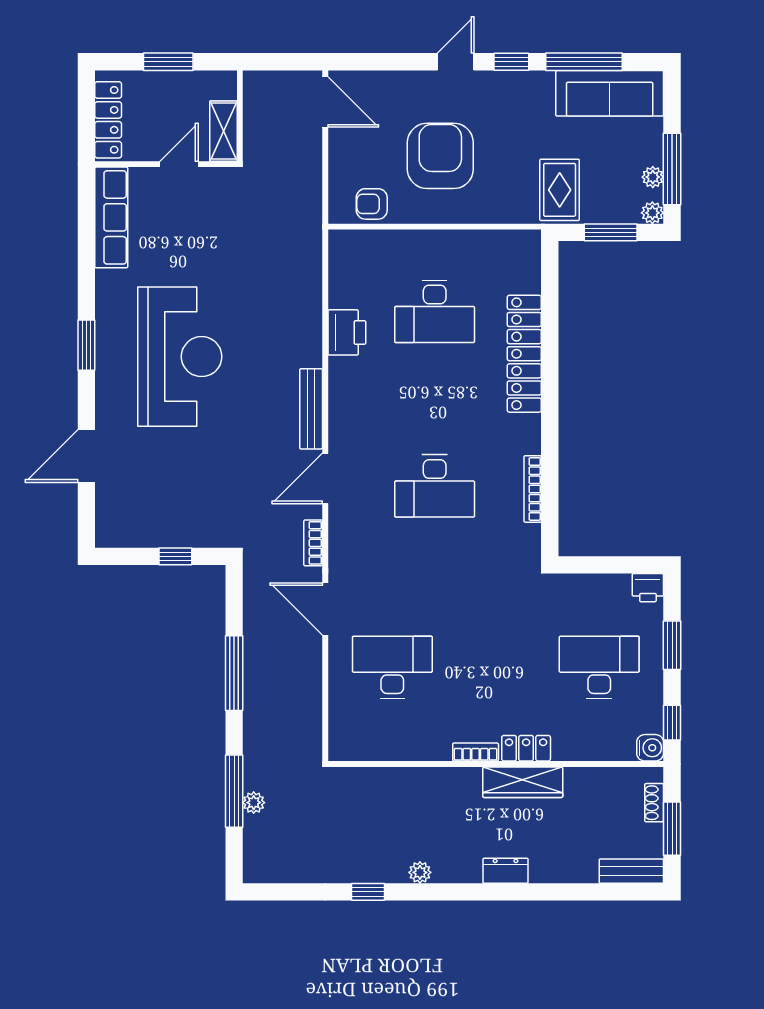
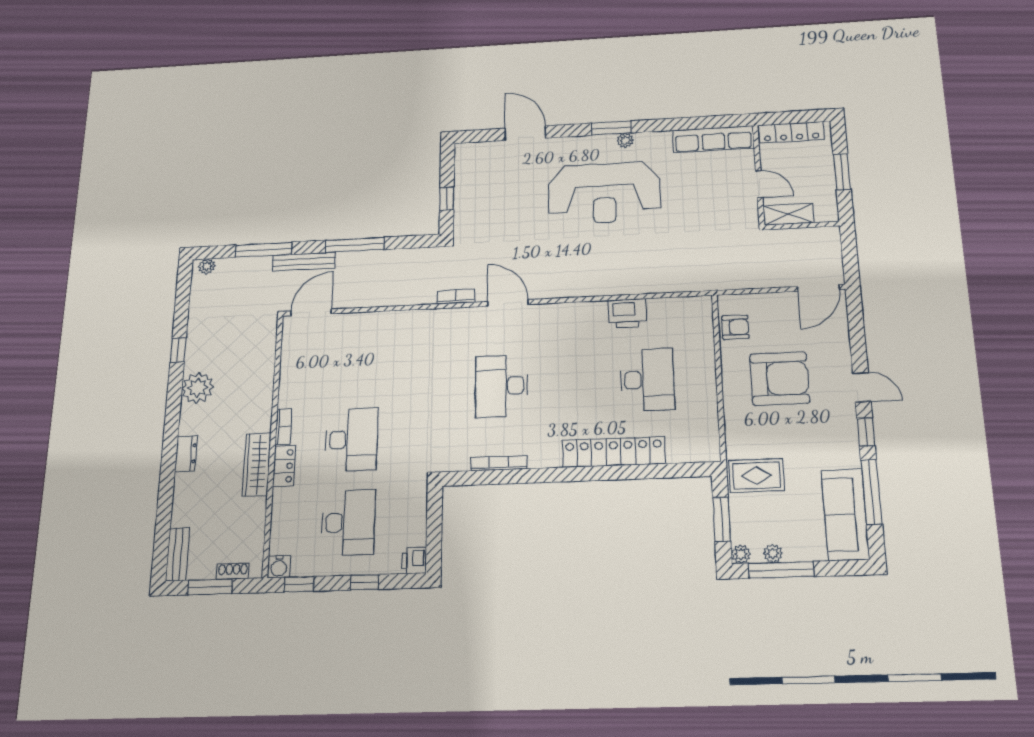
armchair: (372, 204) -> (735, 327), turned 90
desk: (435, 311) -> (647, 380), turned 180
plant: (106, 328) -> (625, 140), added
bench: (311, 409) -> (304, 262), moved
door: (325, 609) -> (311, 312), moved
window: (672, 645) -> (364, 582), width x0.67
desk: (392, 667) -> (352, 440), moved
plant: (254, 803) -> (207, 266), moved
plant: (420, 872) -> (198, 388), width x1.88, depth x1.88

